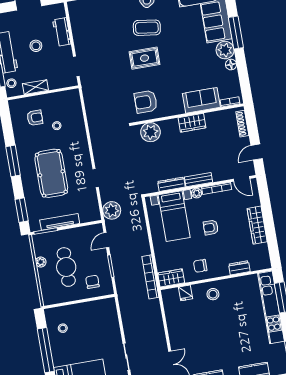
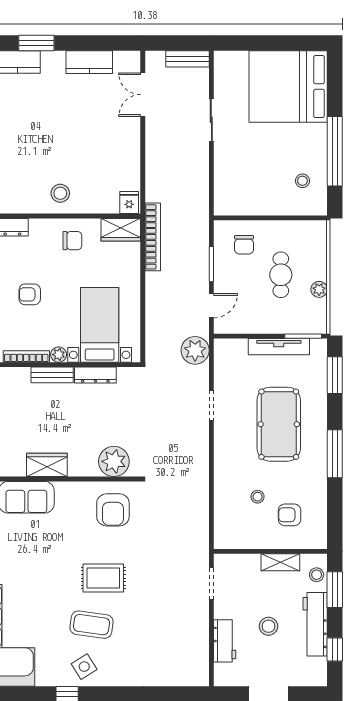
armchair: (146, 102) -> (113, 510), turned 90
armchair: (211, 227) -> (30, 294), moved, turned 180
cafe table: (66, 267) -> (281, 275), width x0.73, depth x0.74
fridge: (185, 293) -> (129, 203), moved

